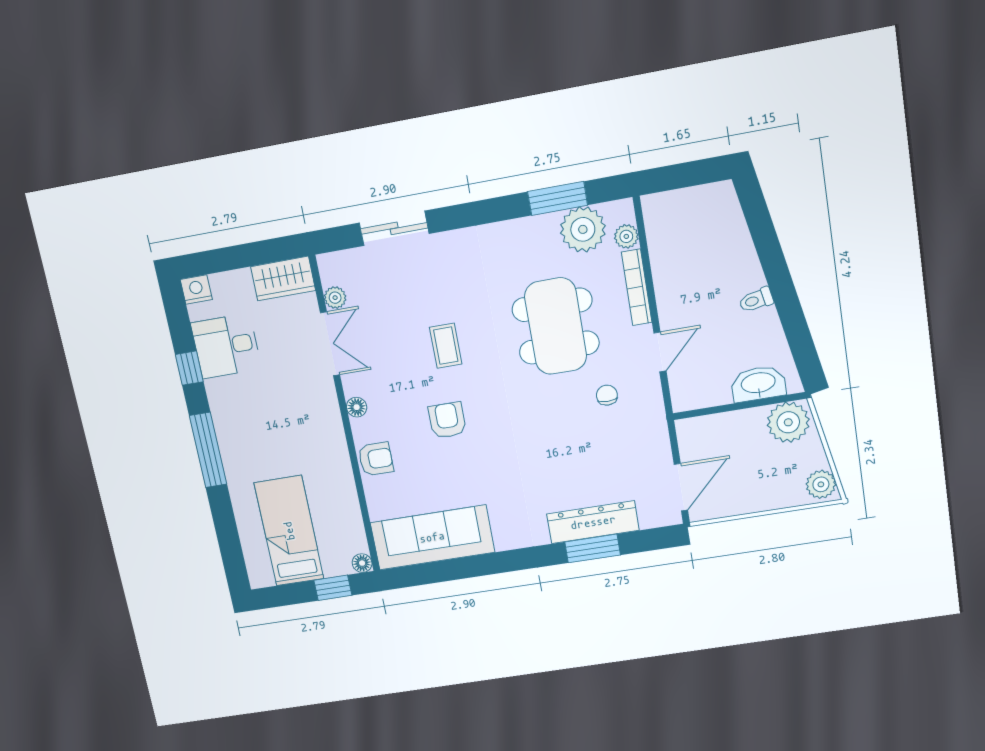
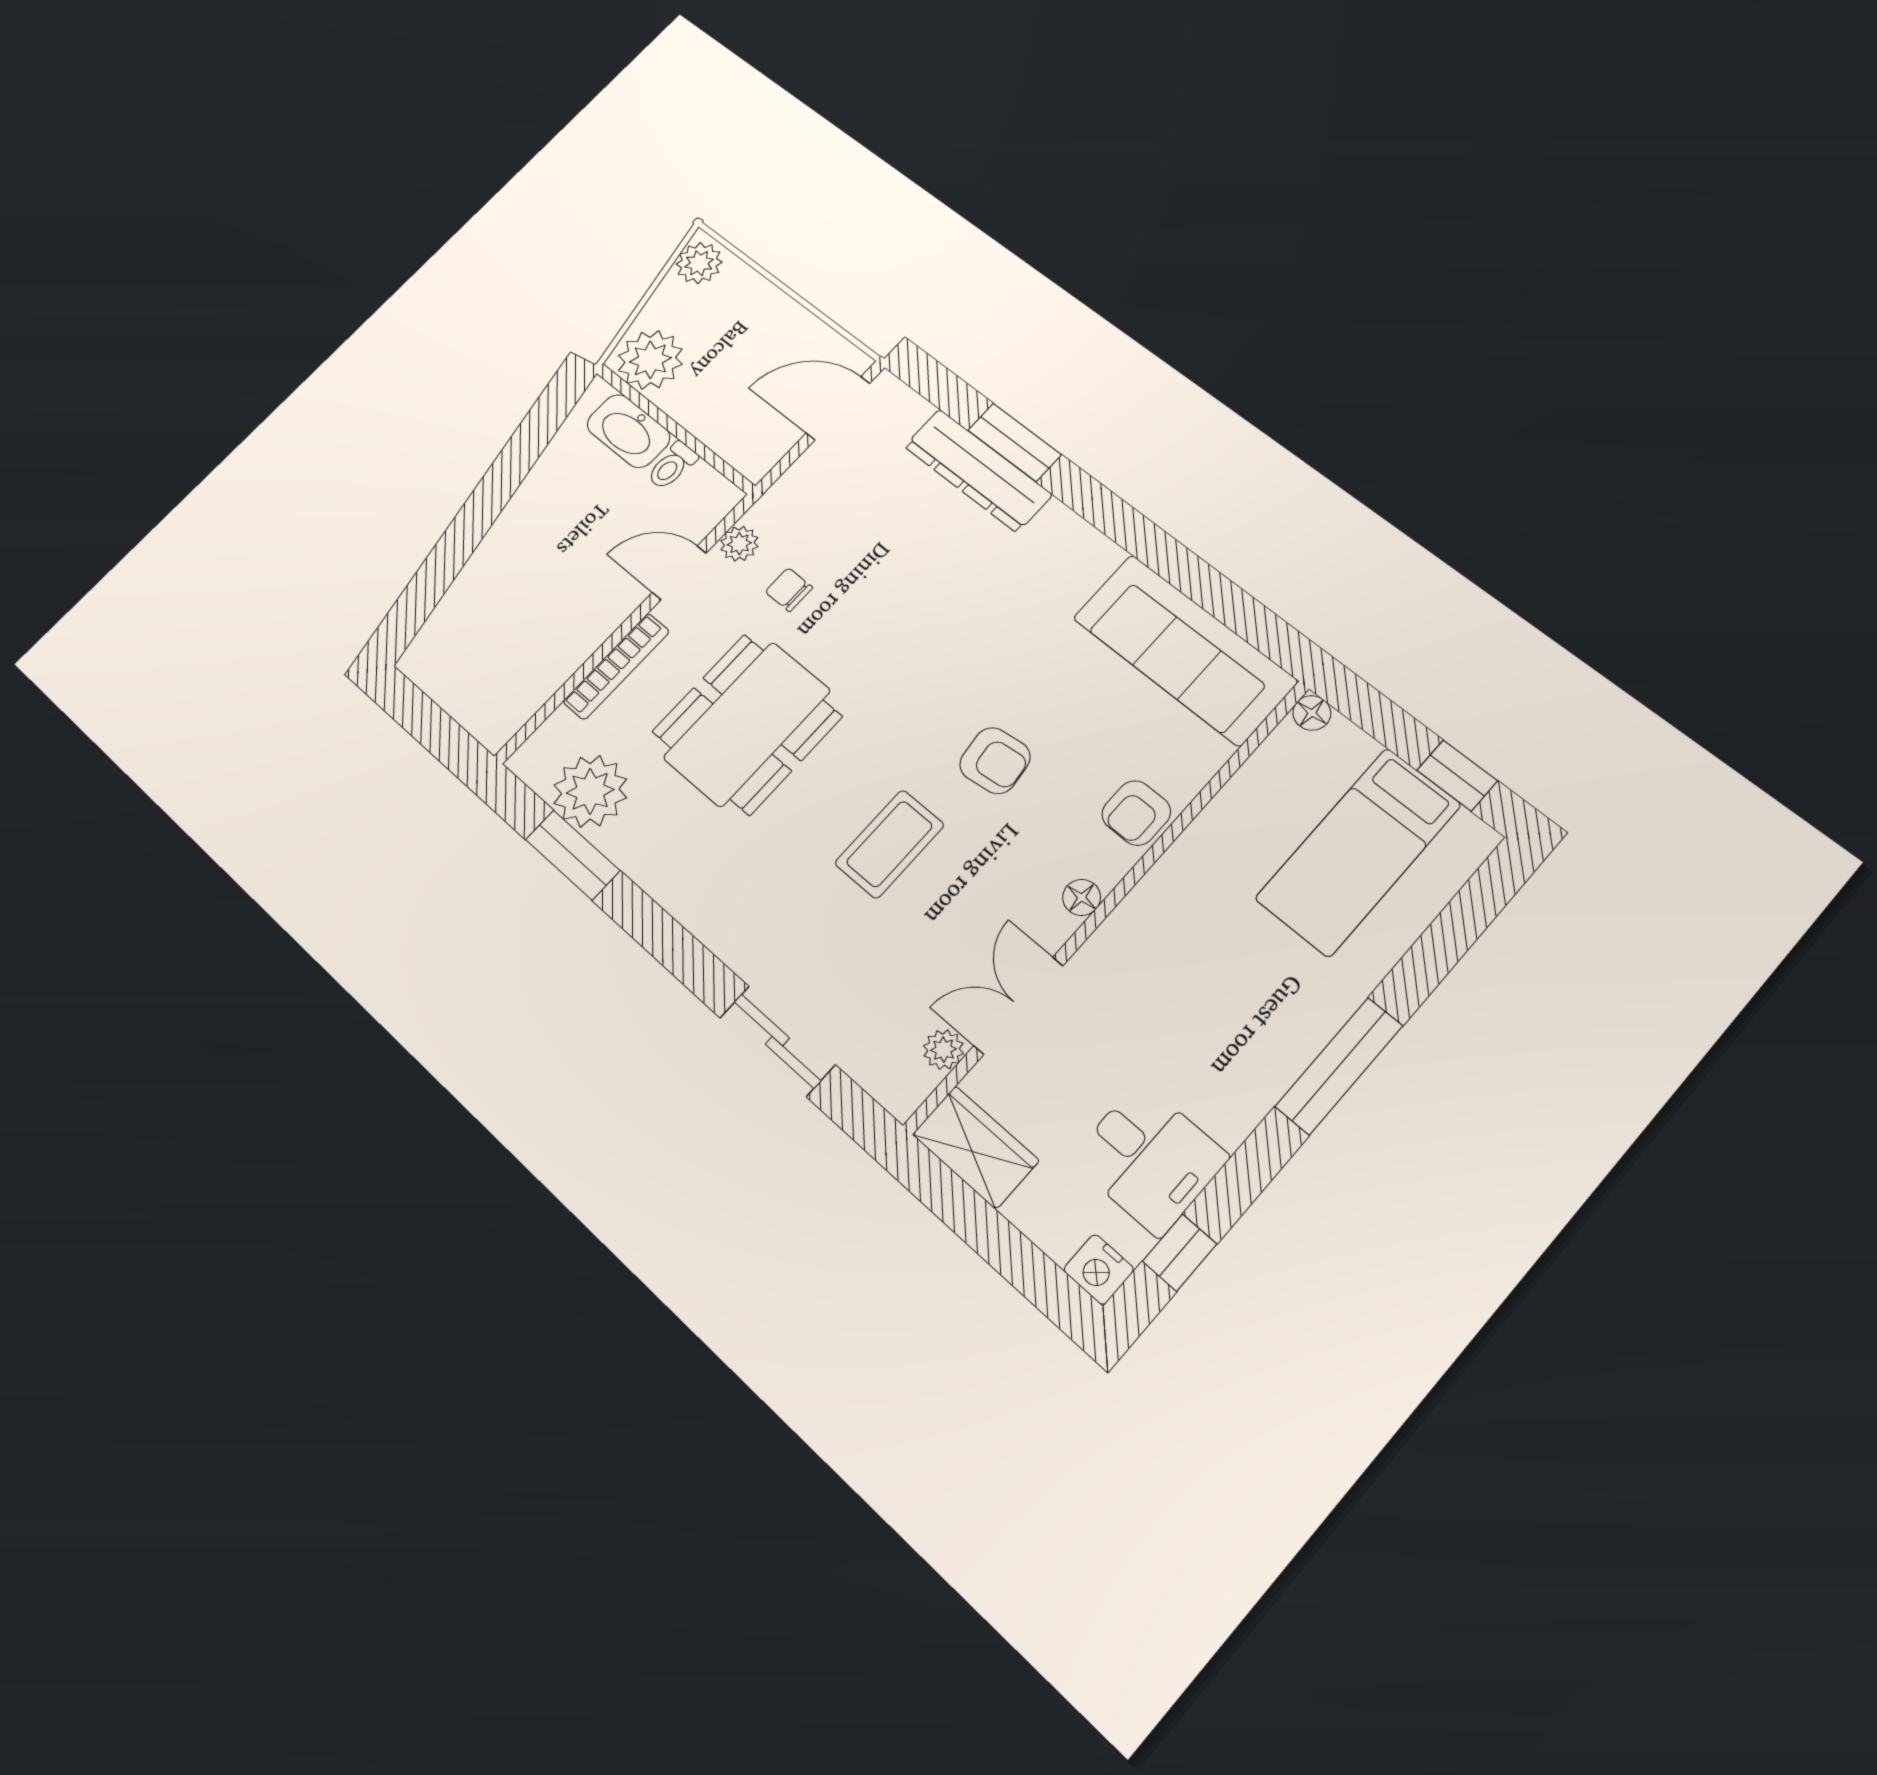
plant: (626, 236) -> (739, 544), moved
toilet: (756, 300) -> (672, 466), moved, turned 101
coffee table: (446, 346) -> (889, 844), width x1.36, depth x1.30
window: (189, 368) -> (1180, 1253), moved
chair: (607, 395) -> (789, 590), turned 90
armchair: (447, 420) -> (995, 761), turned -97
armchair: (376, 459) -> (1136, 813), turned -90
window: (333, 588) -> (1457, 775), moved

